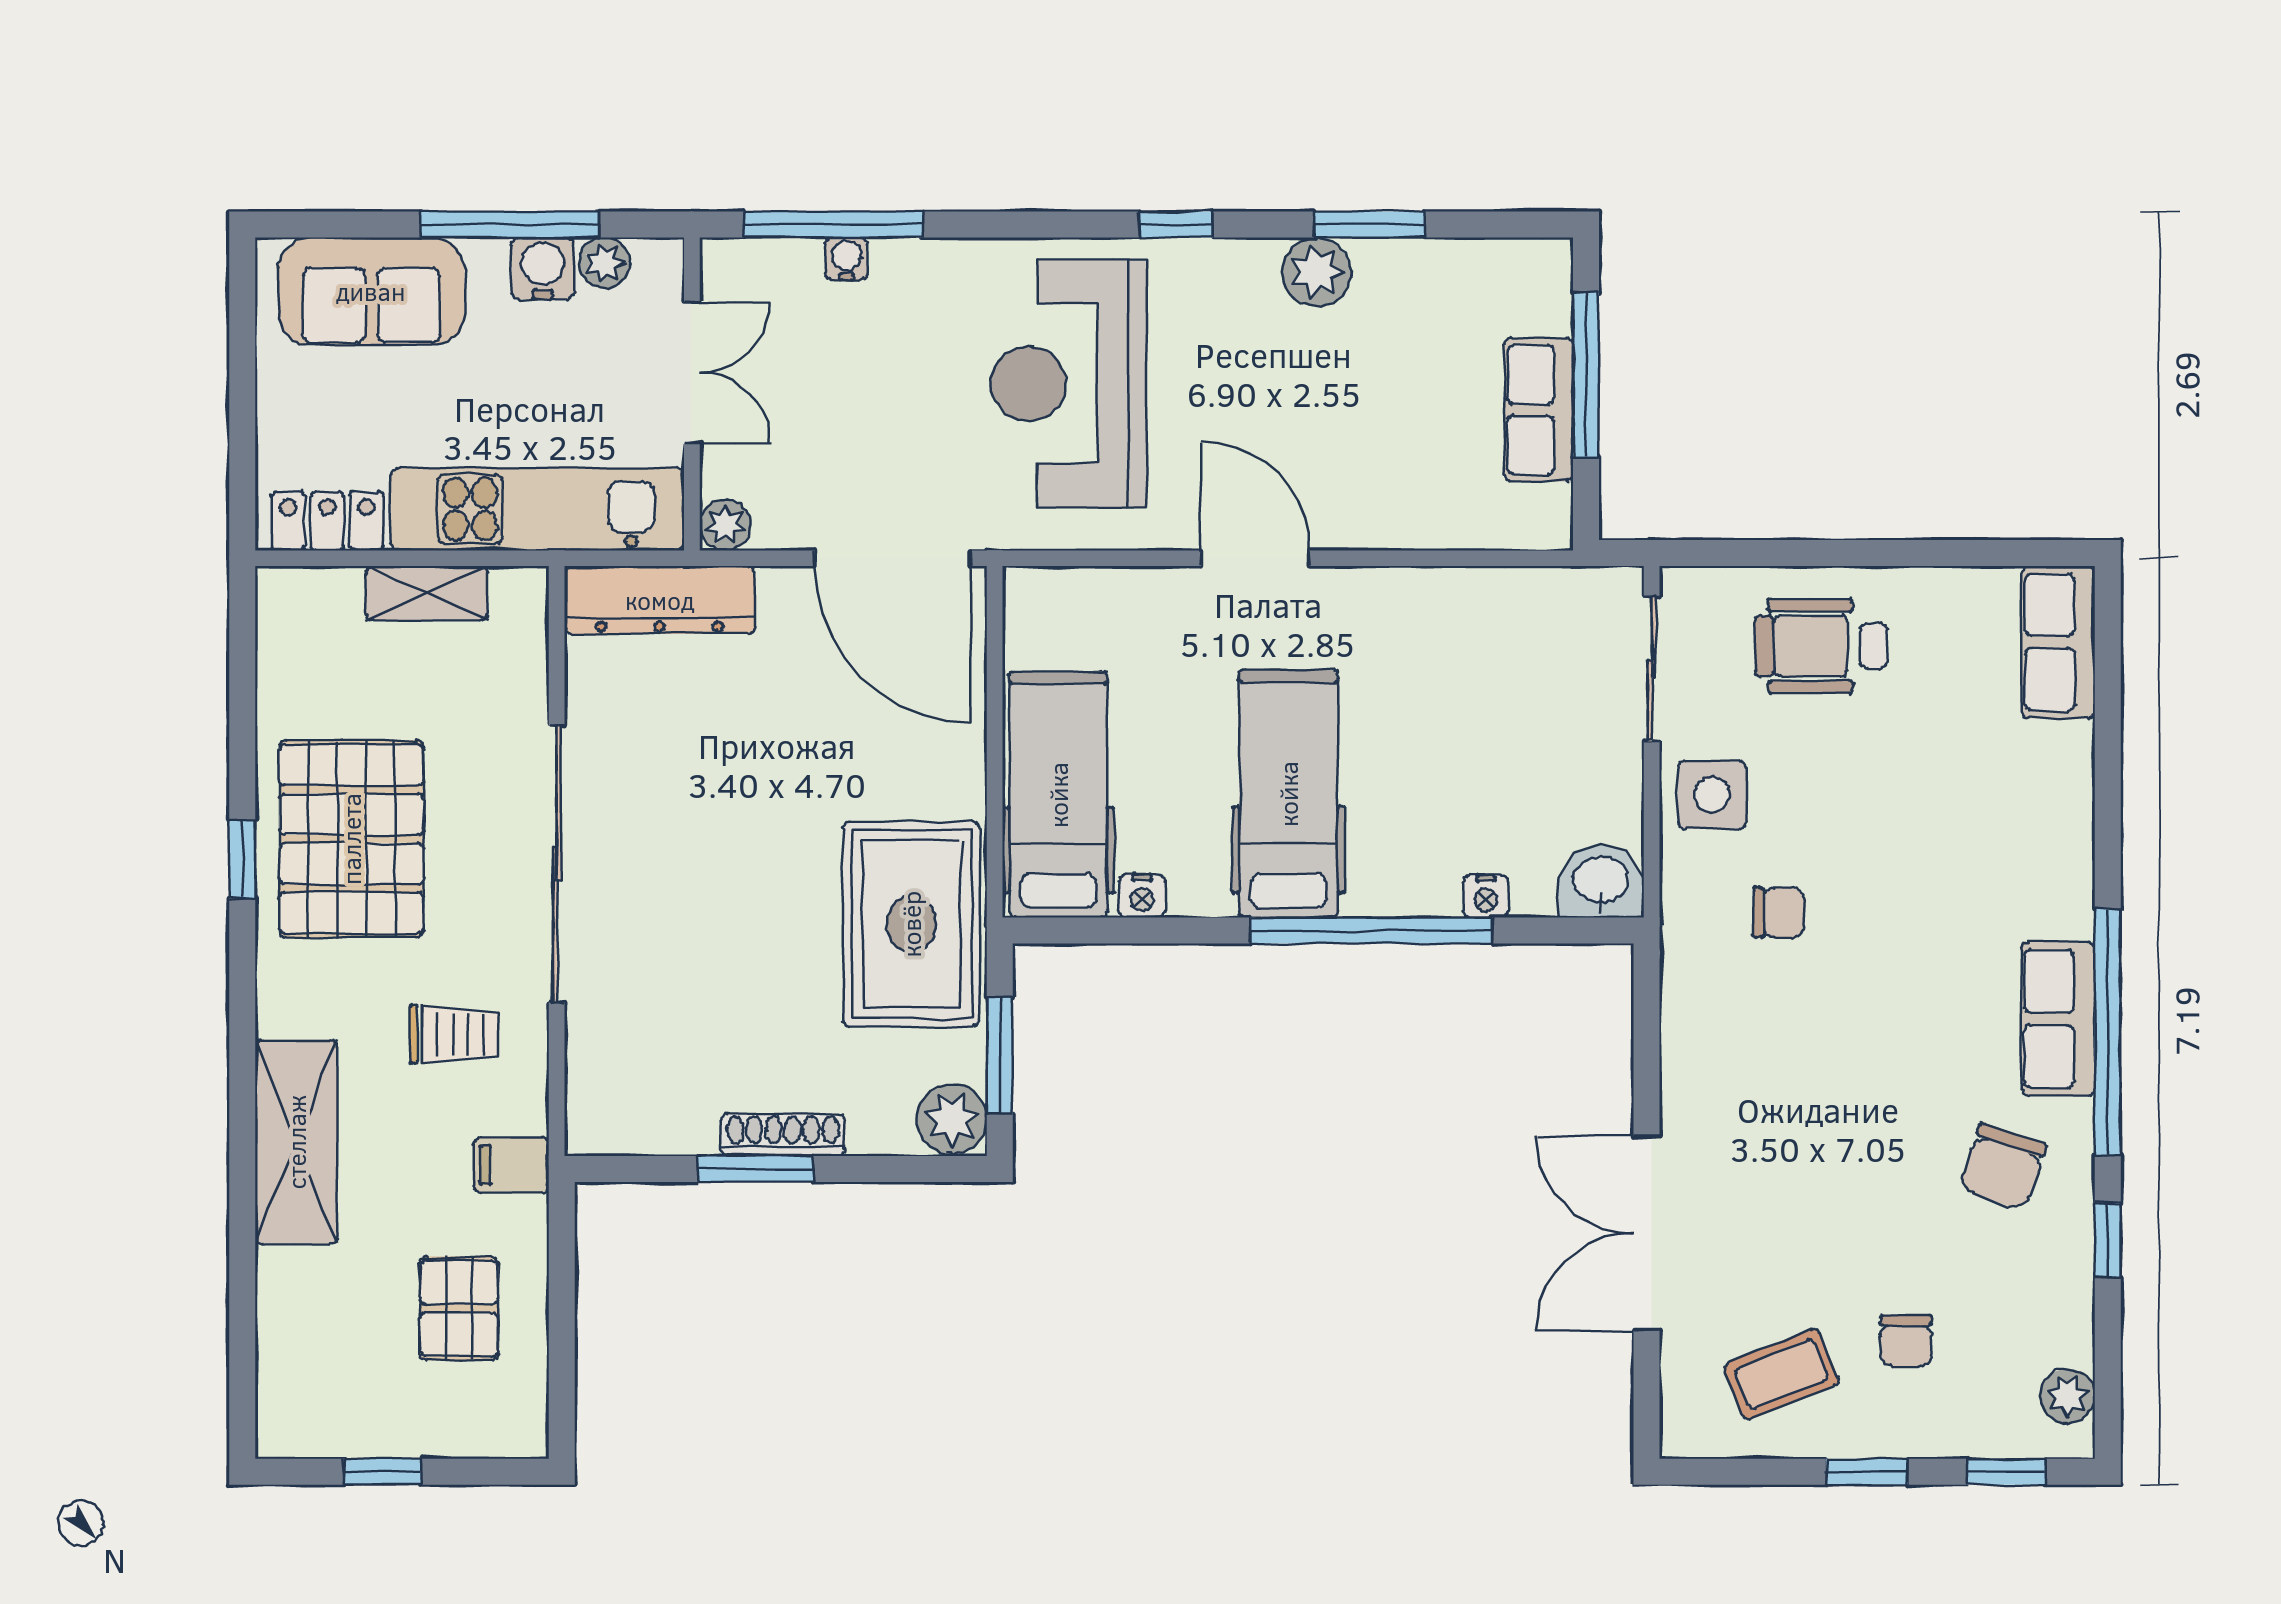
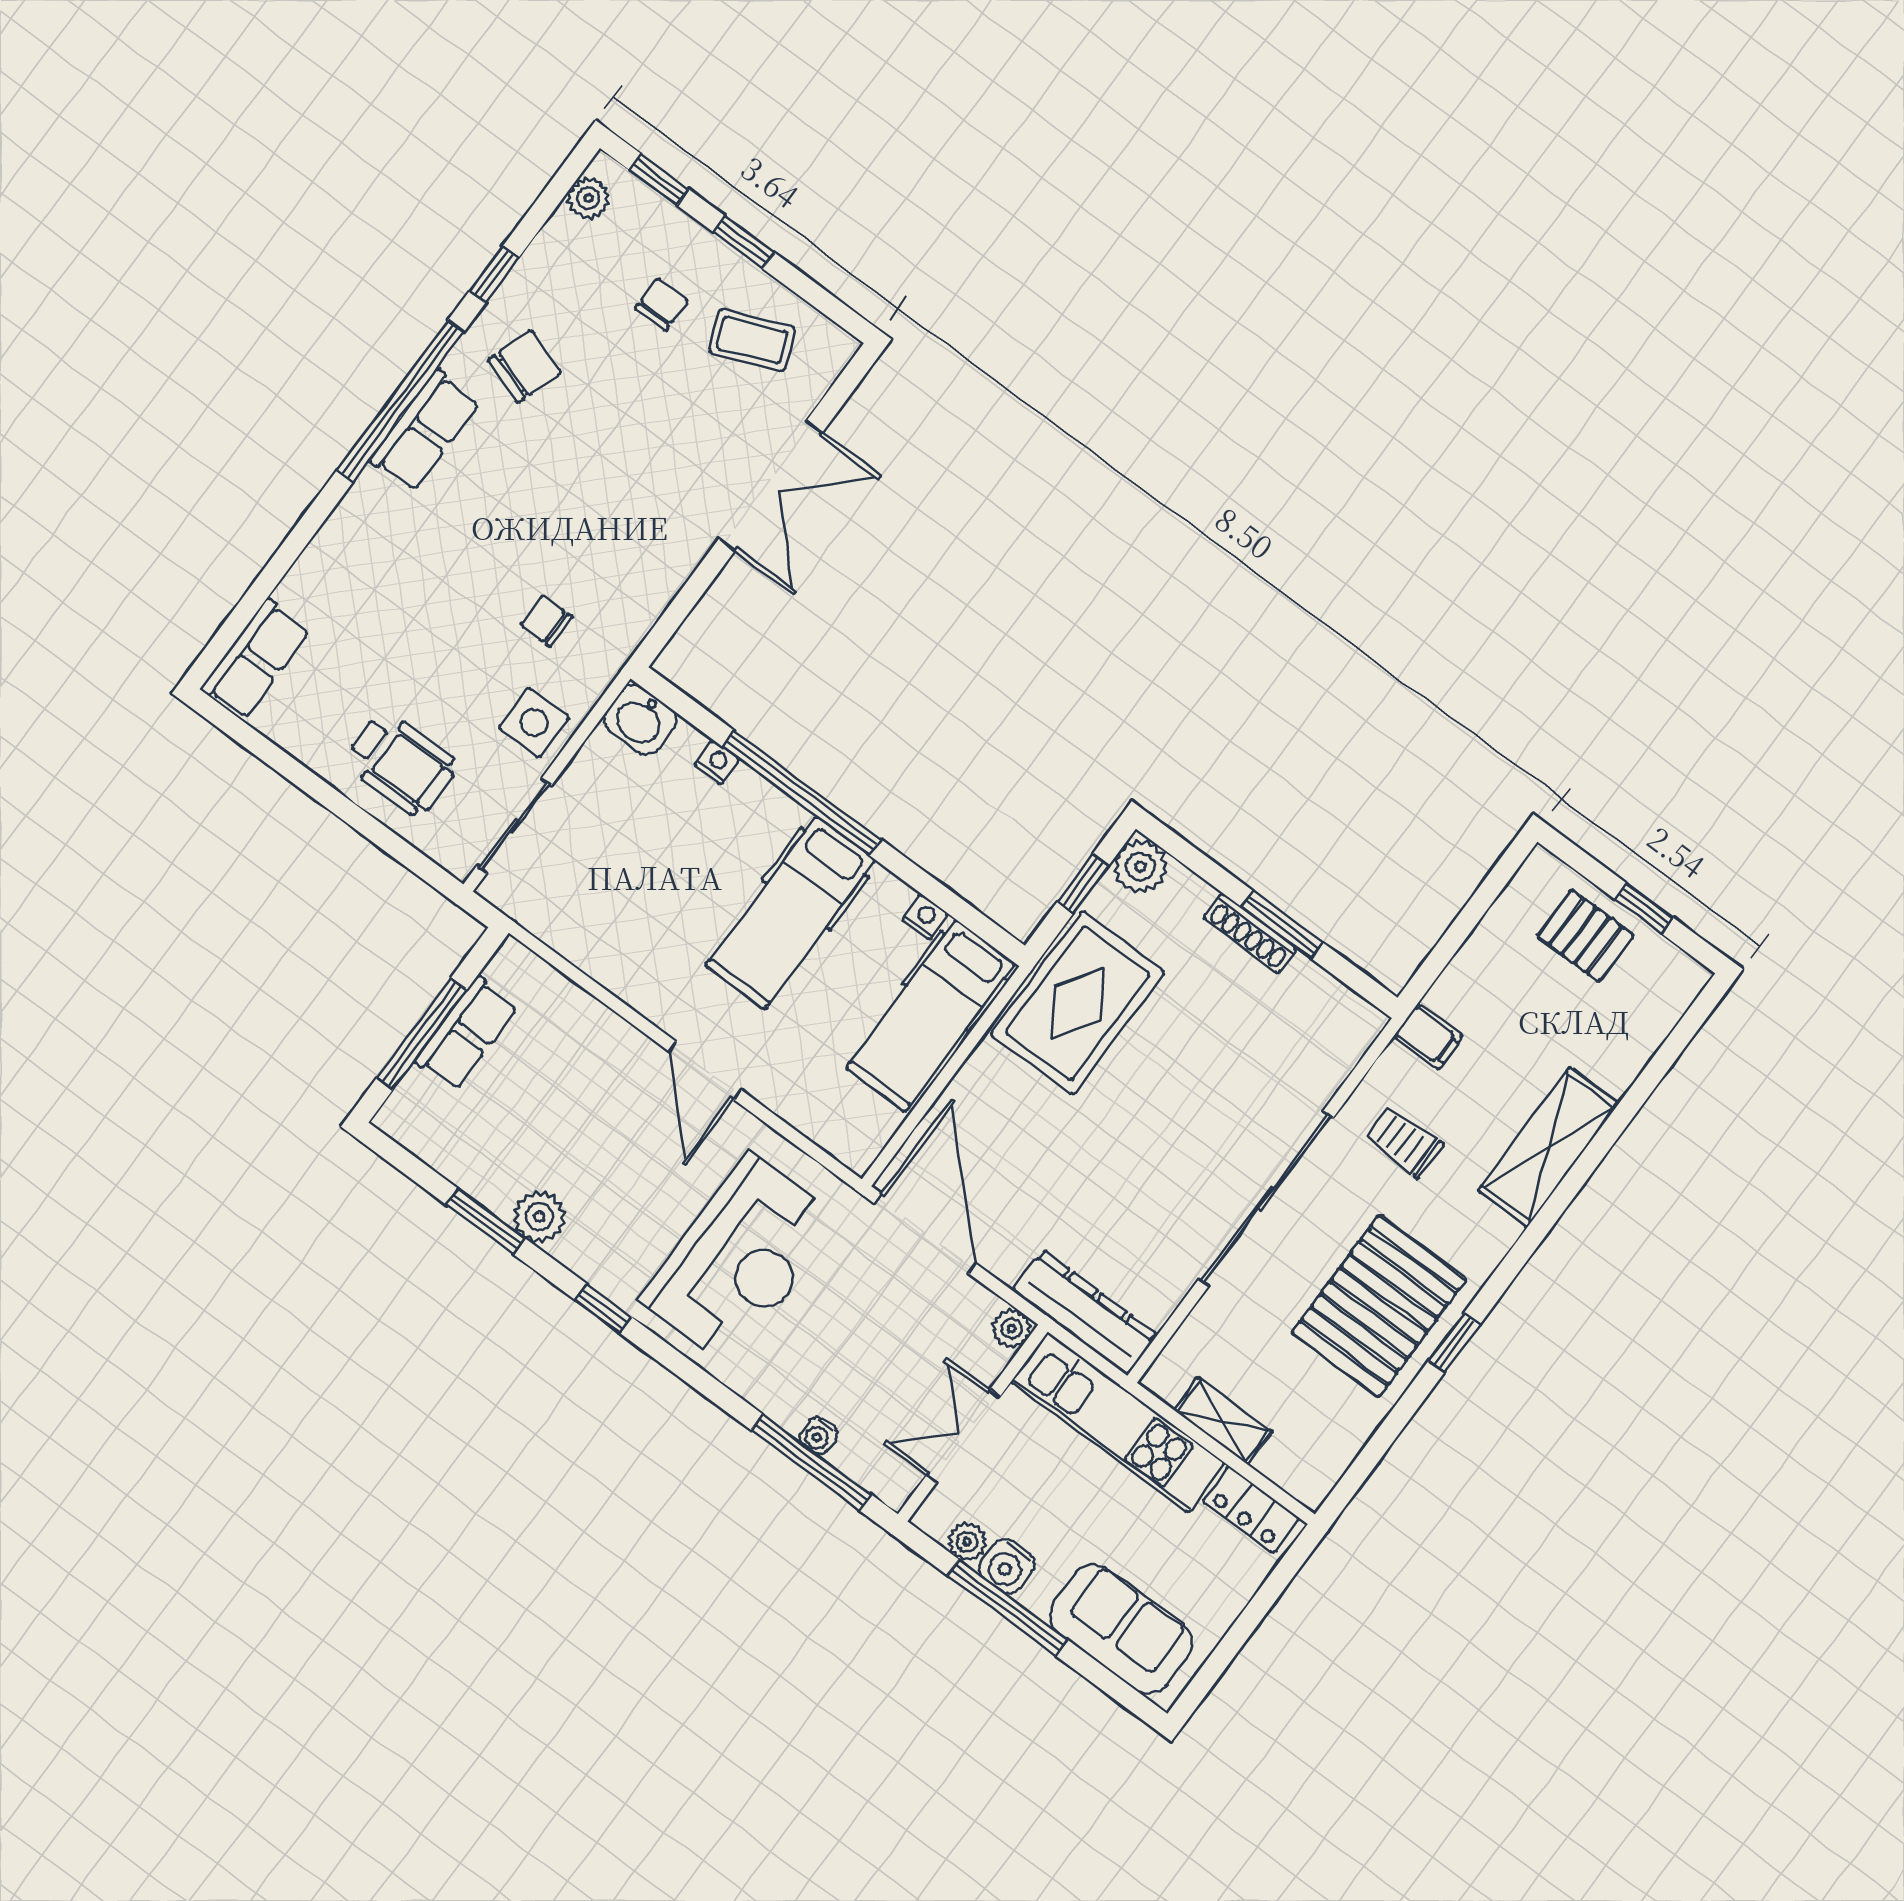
window: (1000, 1056) -> (1083, 884), width x0.67
pallet: (459, 1308) -> (1585, 936), moved, turned 90

